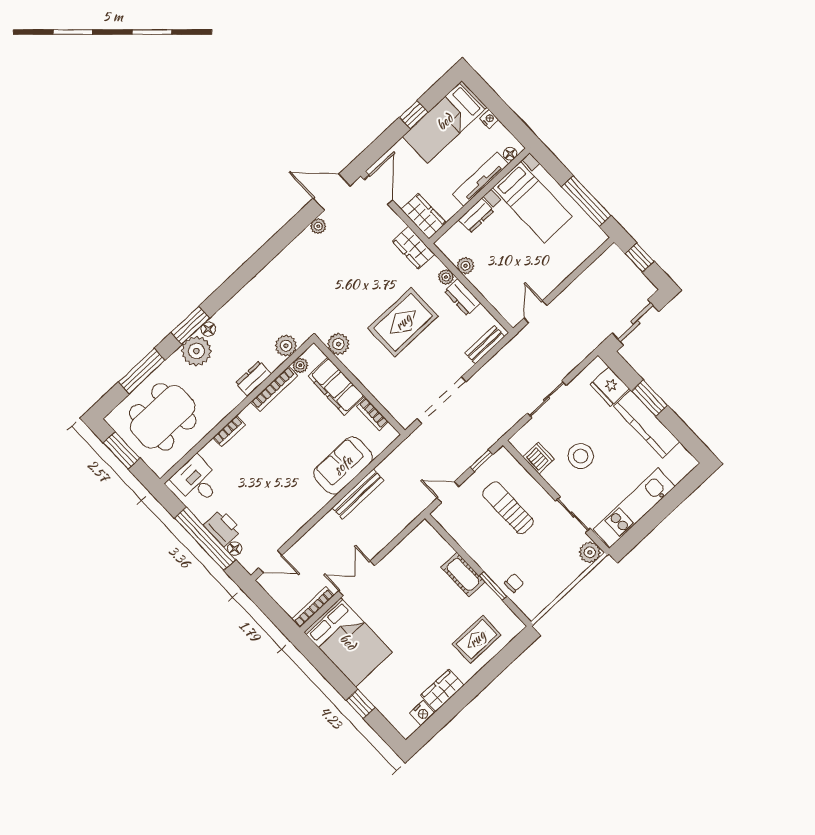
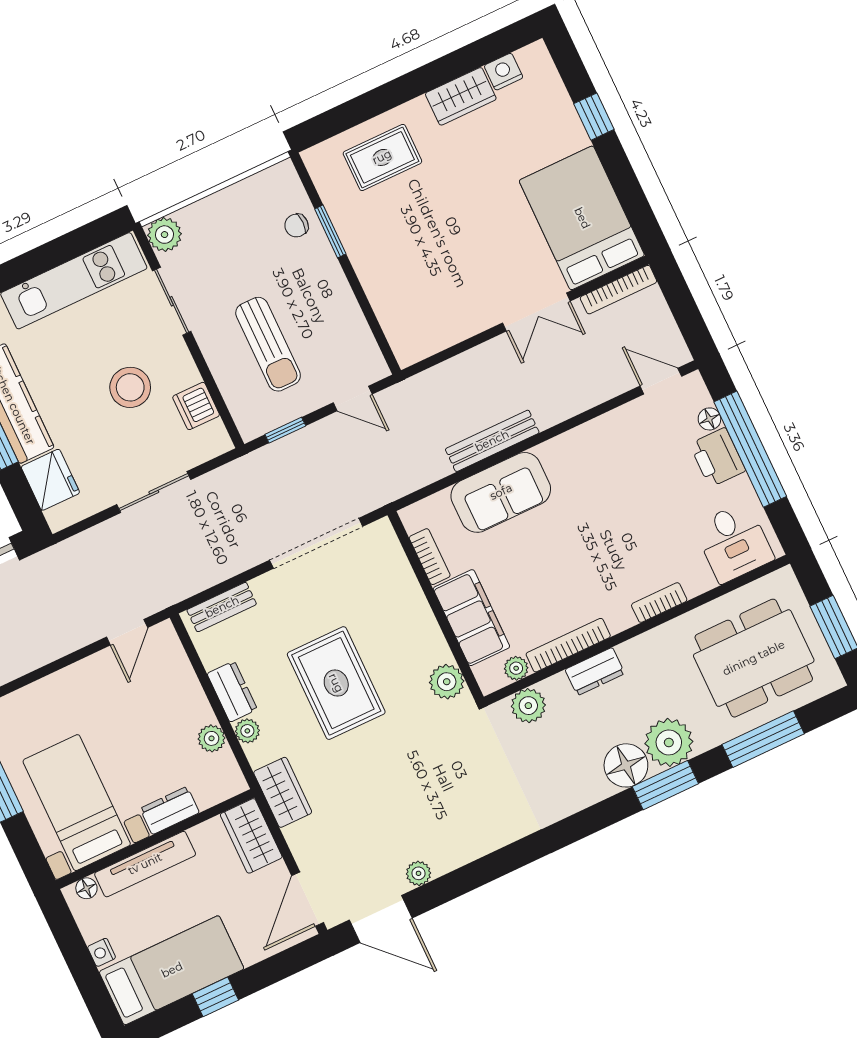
rug: (403, 322) -> (336, 683), turned 90
floor lamp: (208, 329) -> (626, 765), width x1.89, depth x1.89
cot: (463, 575) -> (371, 264), removed

